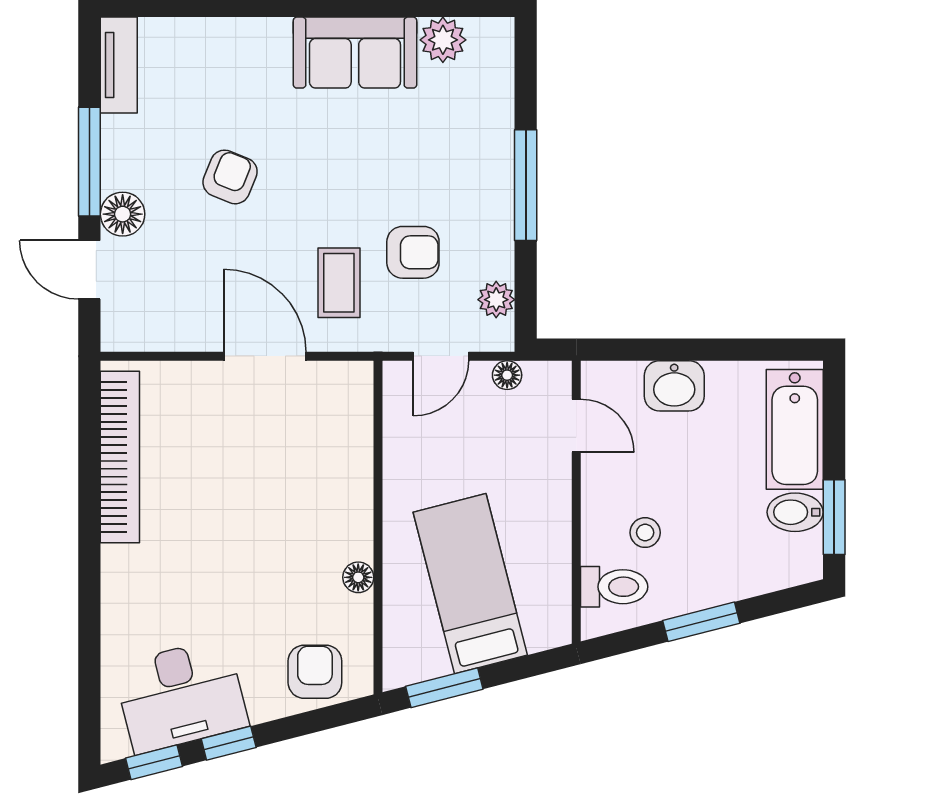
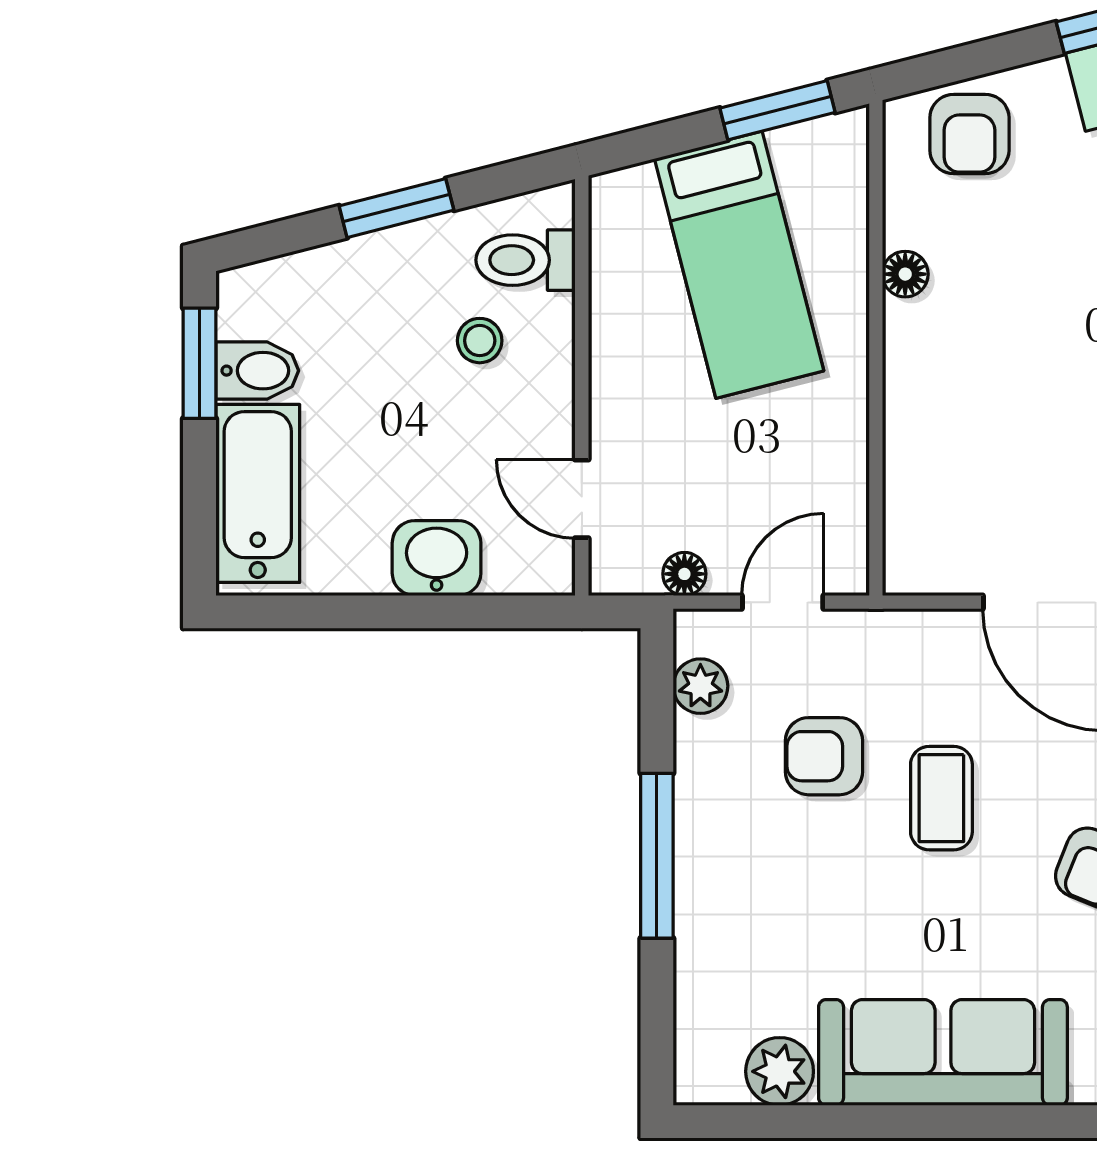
sofa: (355, 53) -> (943, 1052), width x1.36
coffee table: (339, 283) -> (941, 798), moved

